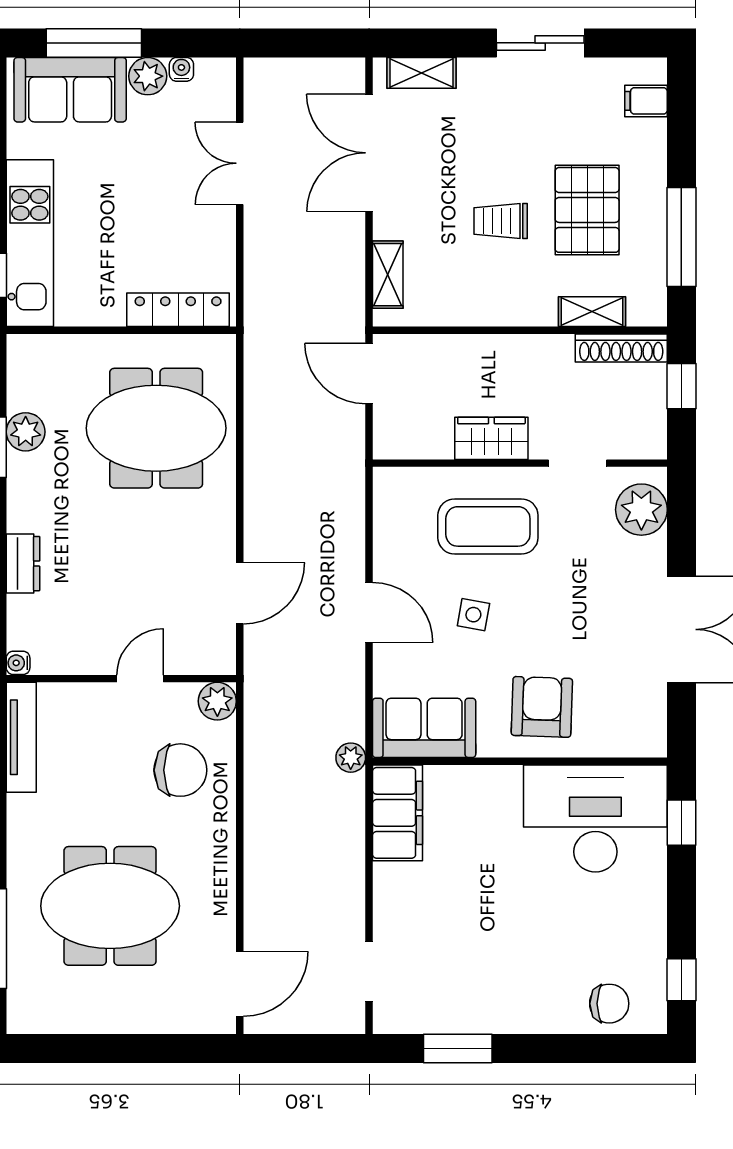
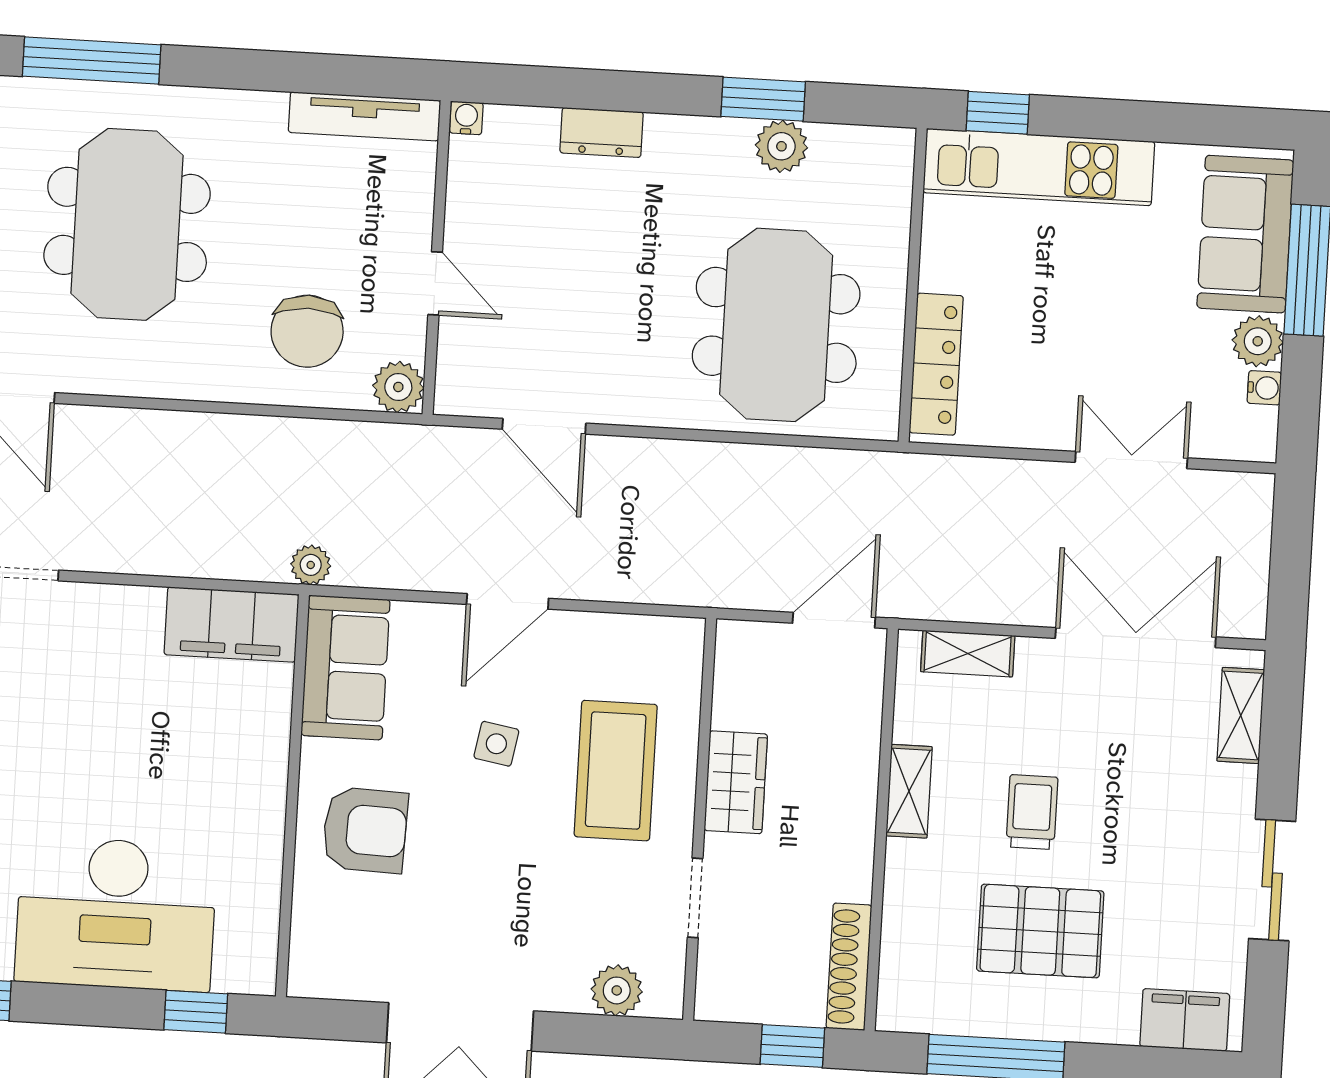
filing cabinet: (646, 101) -> (1185, 1020), width x2.00
shelving: (592, 312) -> (909, 791), moved
plant: (641, 510) -> (617, 990), width x0.73, depth x0.73
desk: (595, 819) -> (116, 914), moved, turned 90

